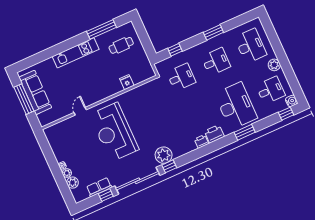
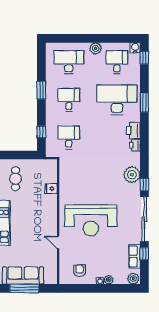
armchair: (63, 142) -> (79, 271), added
plant: (164, 155) -> (132, 175), moved
plant: (73, 183) -> (133, 279), moved

